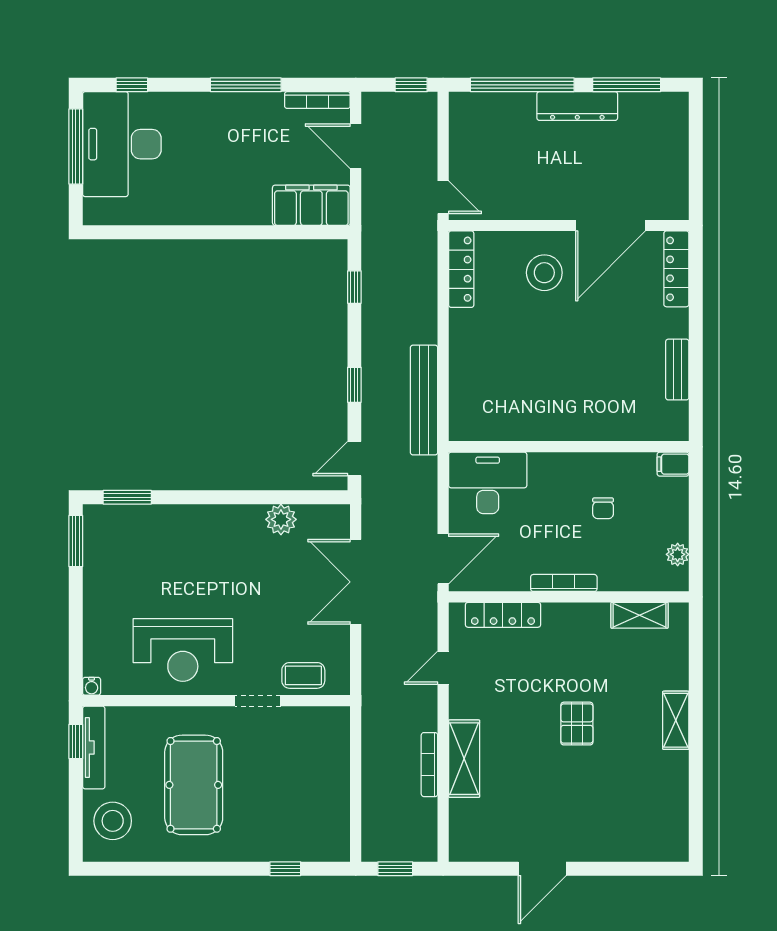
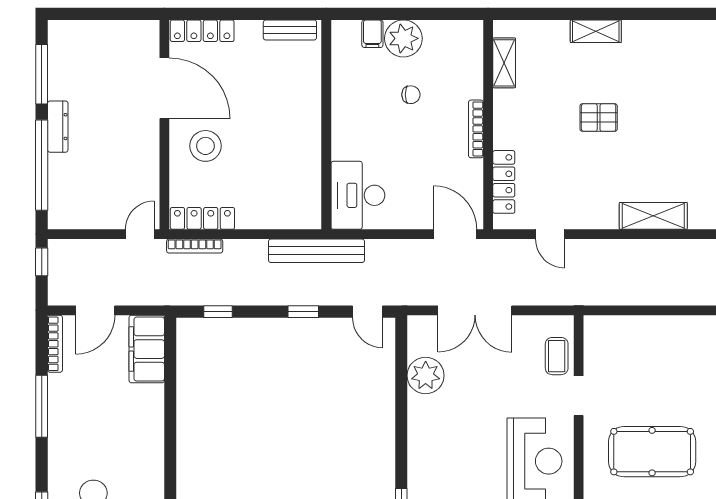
dresser: (577, 106) -> (58, 127), width x0.73, depth x0.80
wall: (569, 447) -> (326, 125), moved
desk: (488, 483) -> (358, 195), moved
plant: (281, 519) -> (426, 376), width x1.36, depth x1.36
plant: (678, 554) -> (403, 38), moved, width x1.87, depth x1.87
shelving: (464, 759) -> (653, 216), moved
bookcase: (429, 765) -> (195, 246), moved

